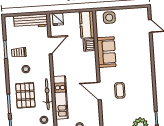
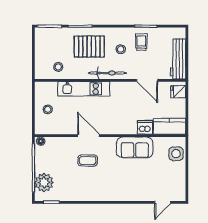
door: (99, 91) -> (89, 136), hinge flipped
bicycle: (47, 94) -> (107, 73), moved

